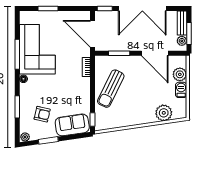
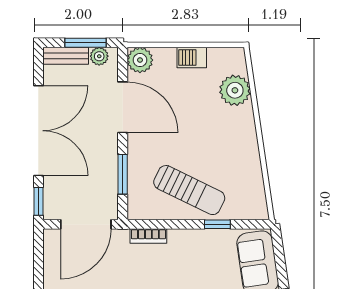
door: (155, 53) -> (123, 107), hinge flipped
plant: (180, 74) -> (140, 60), moved
window: (93, 120) -> (217, 224), moved

